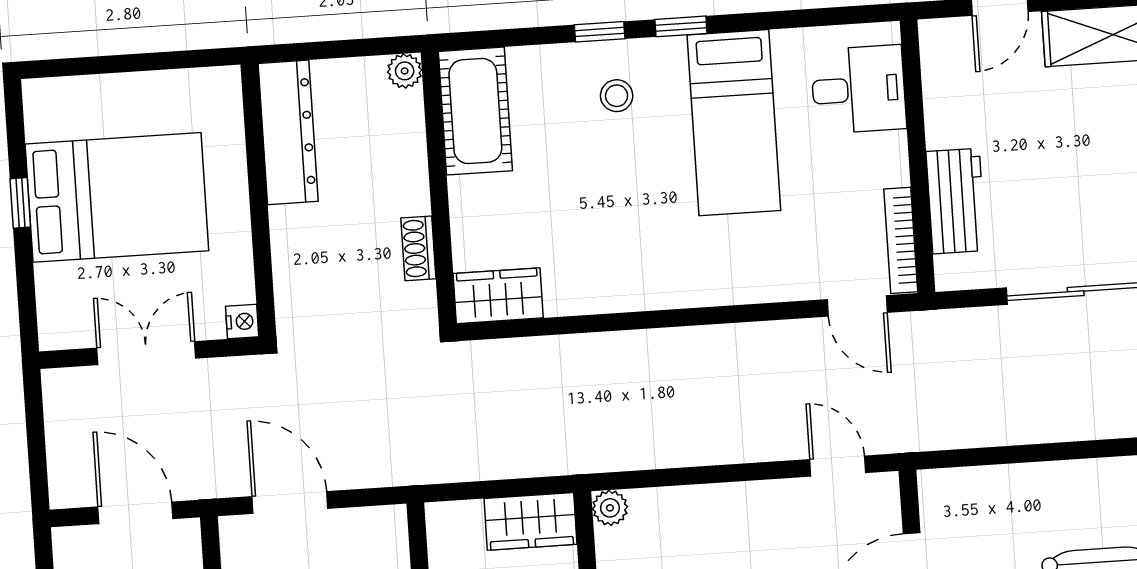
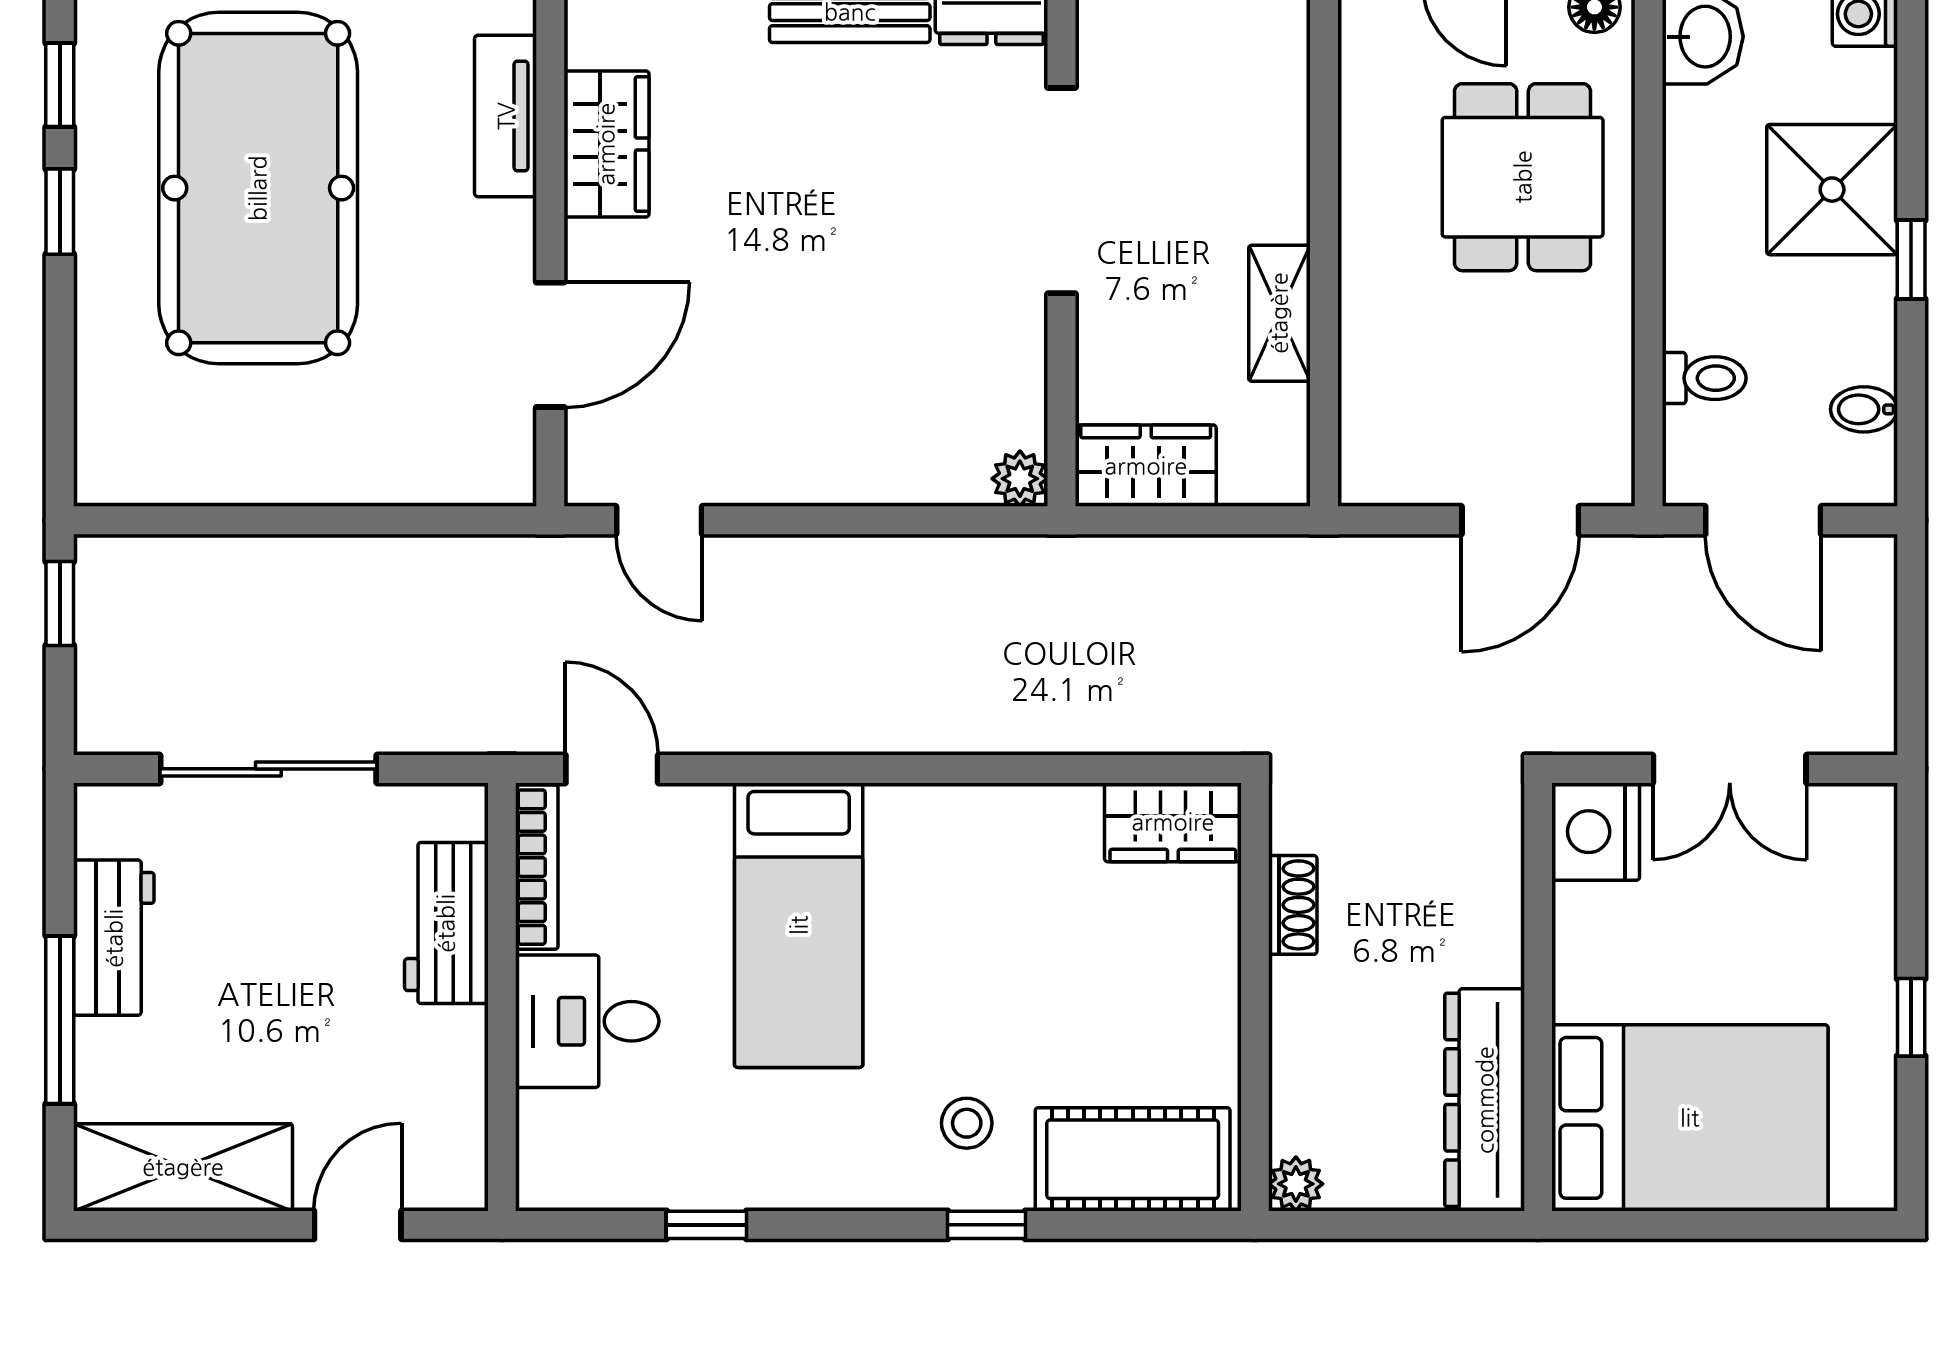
window: (681, 26) -> (706, 1225), moved
desk: (859, 89) -> (587, 1021), moved
cot: (475, 111) -> (1133, 1159), moved, turned 90
bed: (734, 123) -> (799, 925), moved, turned 180
bed: (117, 197) -> (1690, 1118), moved, turned 180
nightstand: (242, 321) -> (1596, 832), width x1.89, depth x1.79
door: (290, 503) -> (1520, 520), hinge flipped

